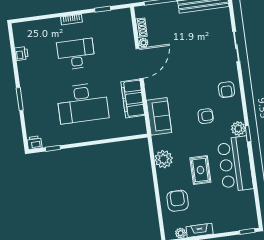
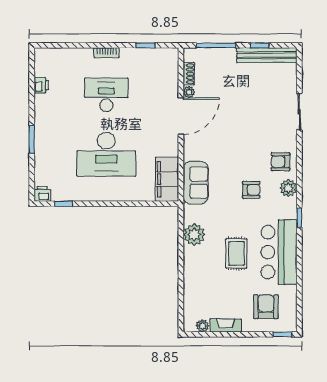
armchair: (226, 90) -> (280, 162), turned 90
filing cabinet: (133, 99) -> (167, 179), moved
plant: (238, 128) -> (288, 188), moved
armchair: (178, 201) -> (266, 307), moved

